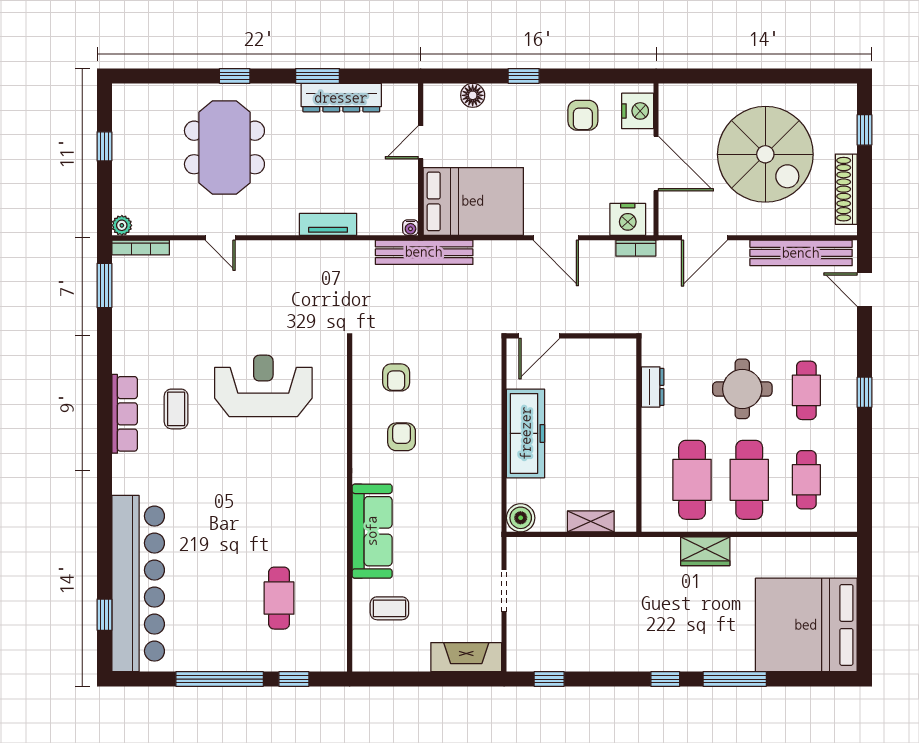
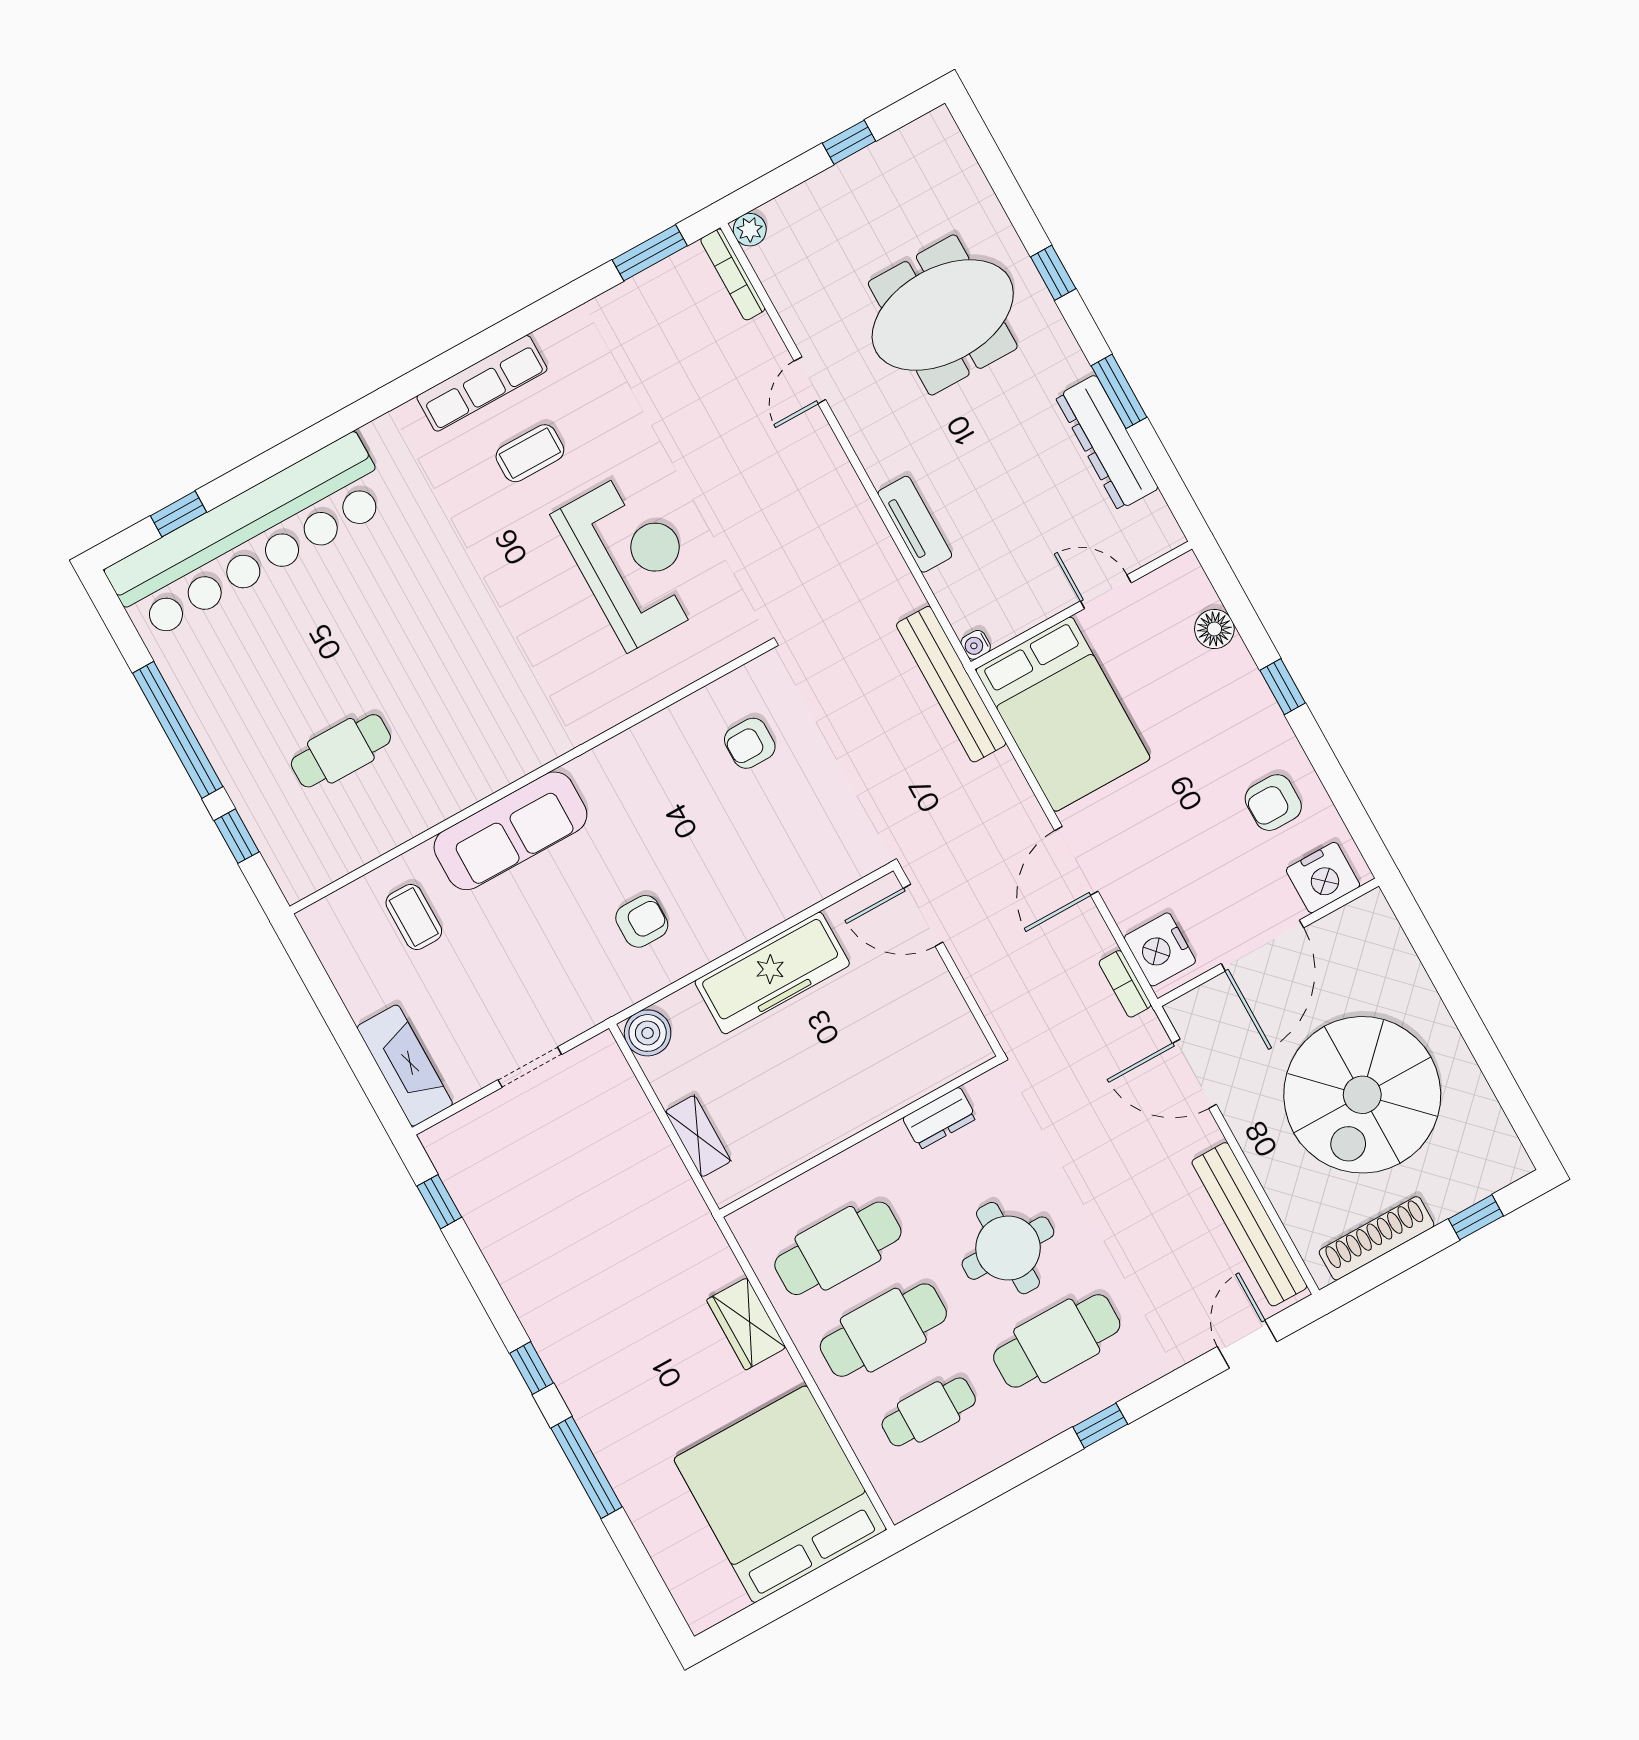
cafe table: (806, 390) -> (1057, 1341), width x1.37, depth x1.35
armchair: (402, 437) -> (642, 921), moved
bed: (806, 625) -> (780, 1494), moved

